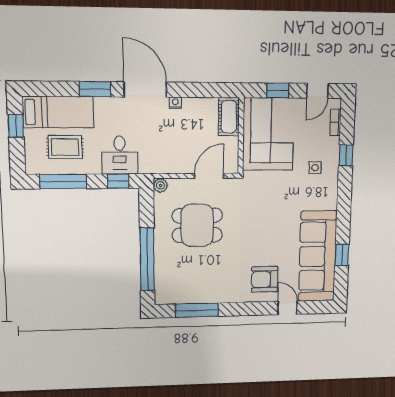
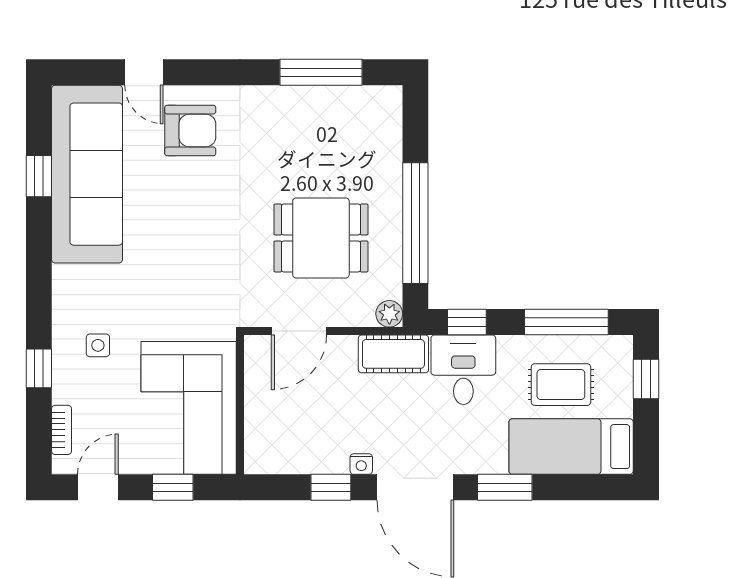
window: (192, 90) -> (331, 487), added
cot: (229, 117) -> (393, 354), moved, turned 90
window: (16, 126) -> (646, 379), moved
window: (147, 260) -> (415, 223), moved

